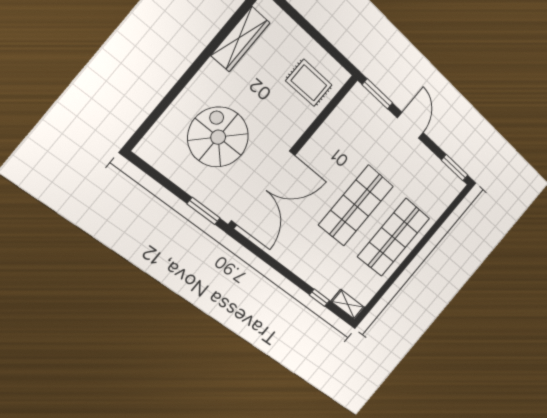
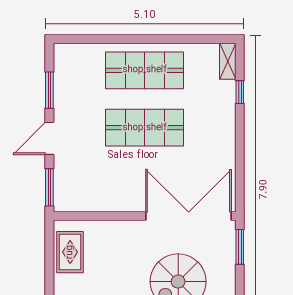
rug: (309, 83) -> (70, 252), moved
window: (455, 168) -> (49, 90), moved

